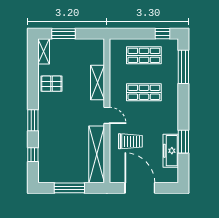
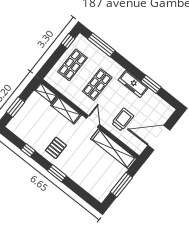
shelving: (44, 51) -> (46, 93), moved
pallet: (51, 84) -> (56, 148), moved
door: (107, 115) -> (93, 121), hinge flipped
freezer: (171, 151) -> (133, 84), moved
window: (33, 155) -> (28, 150), moved

